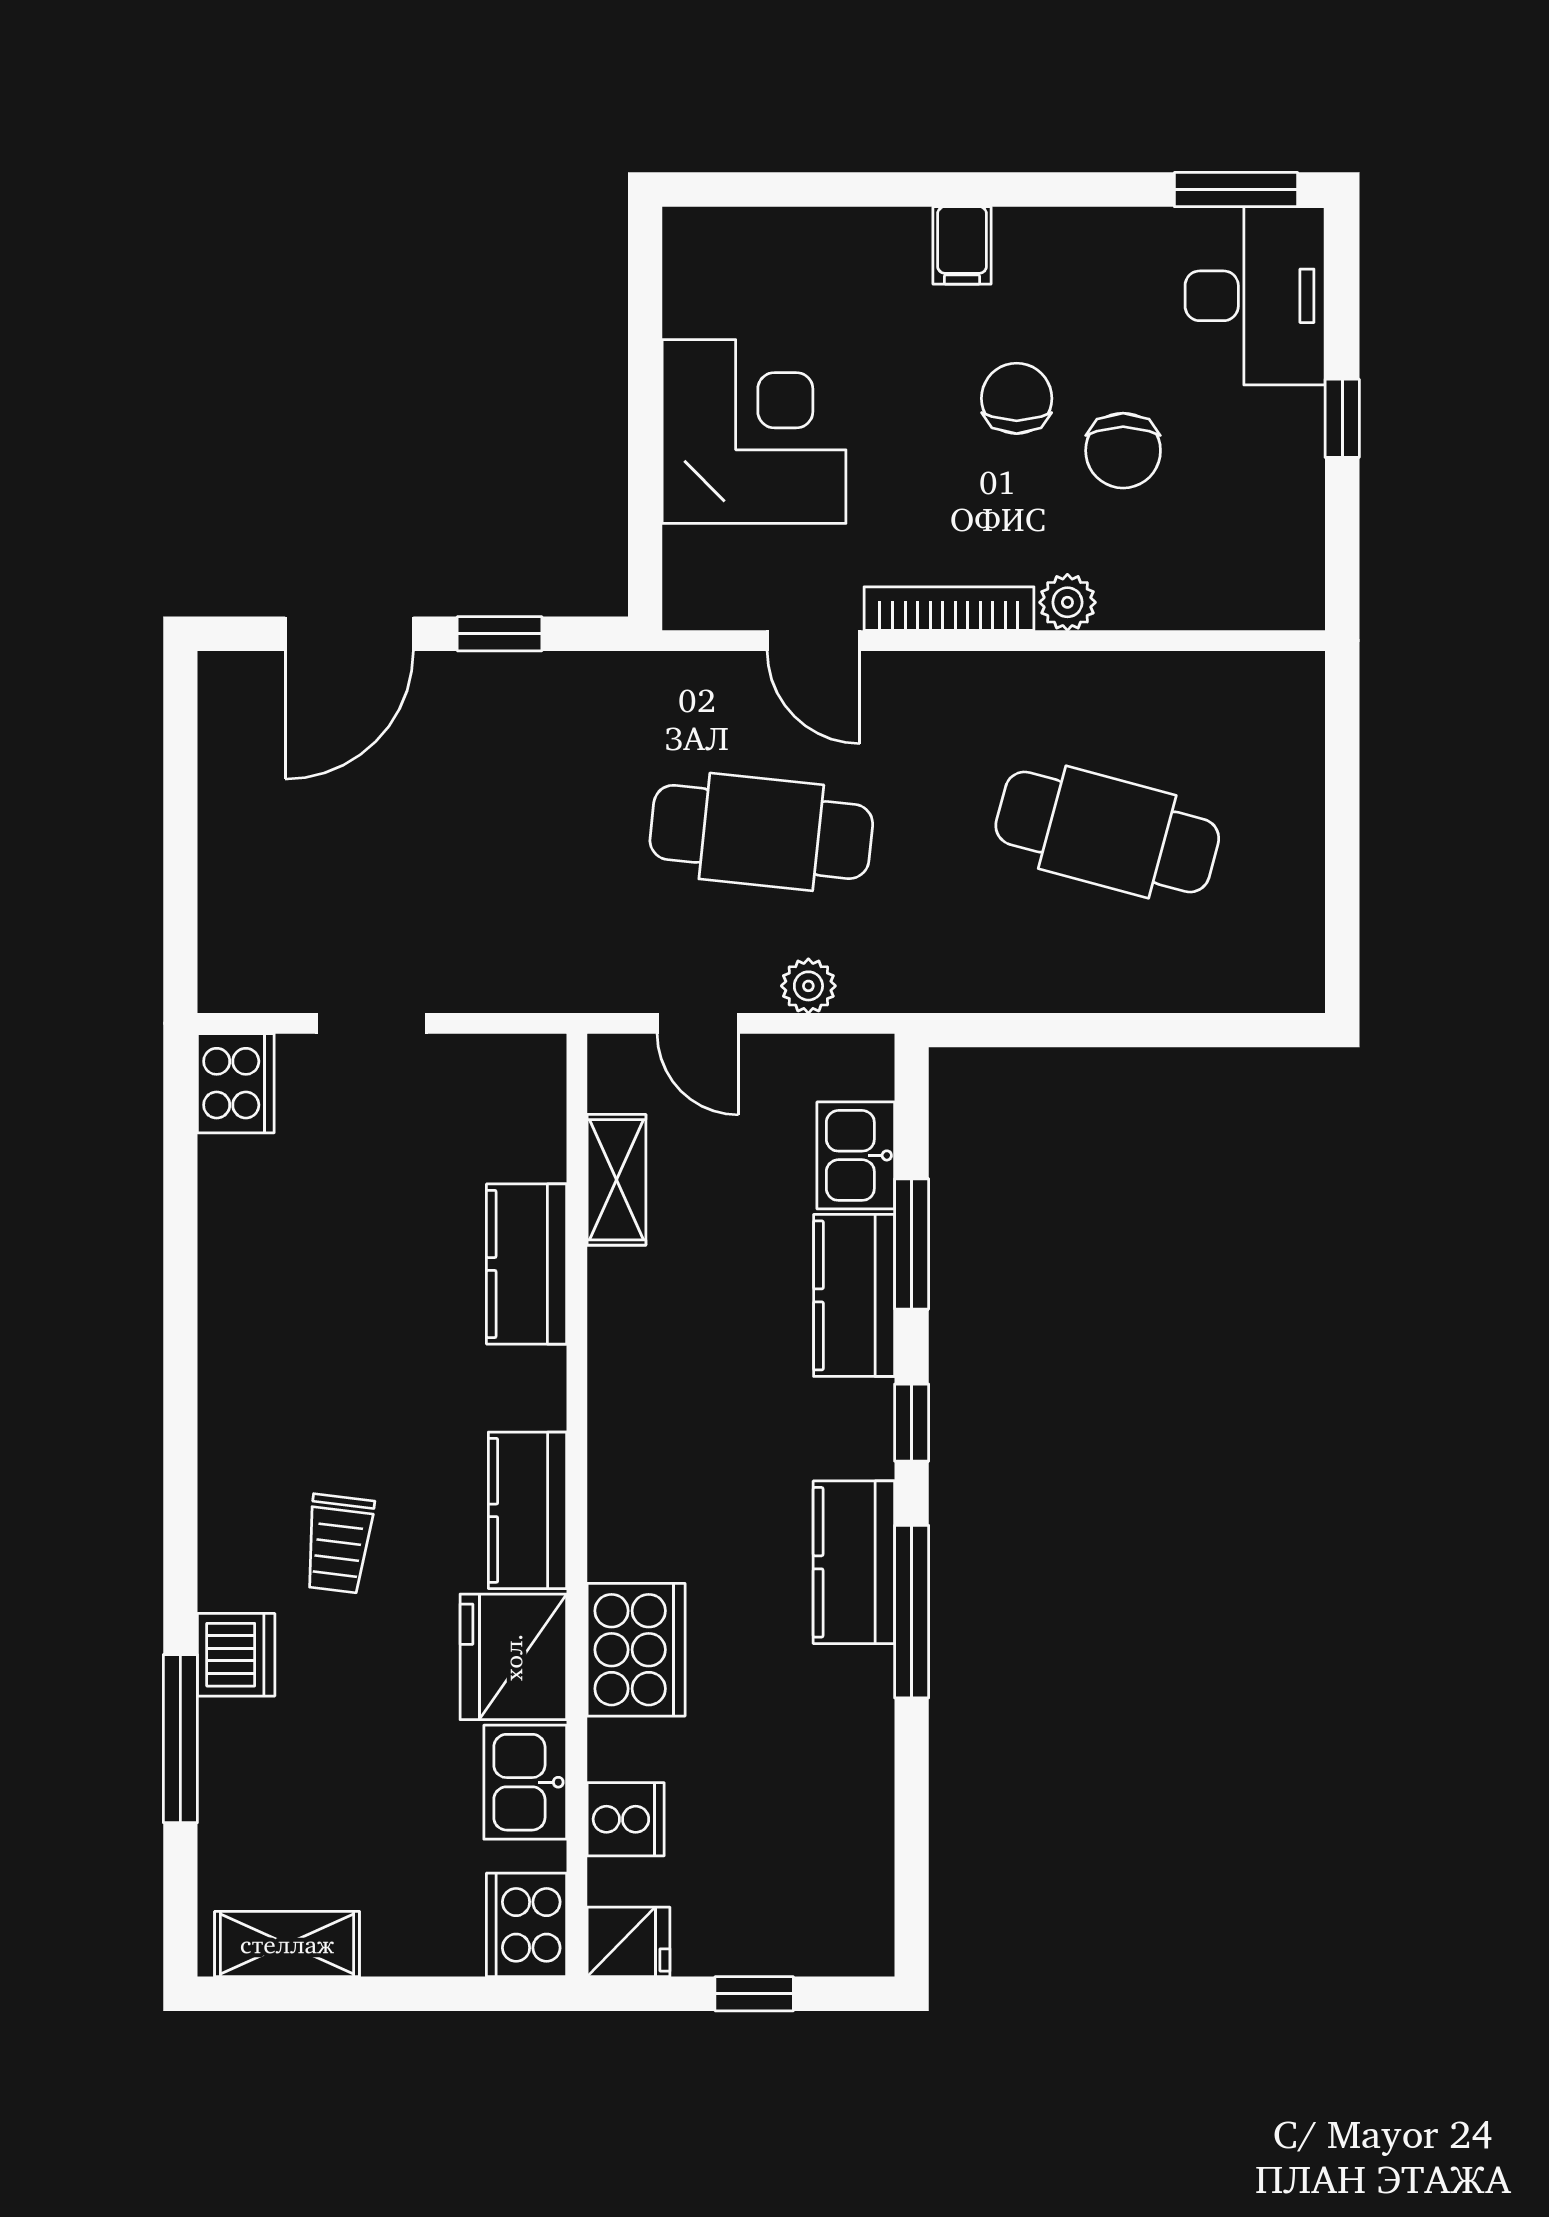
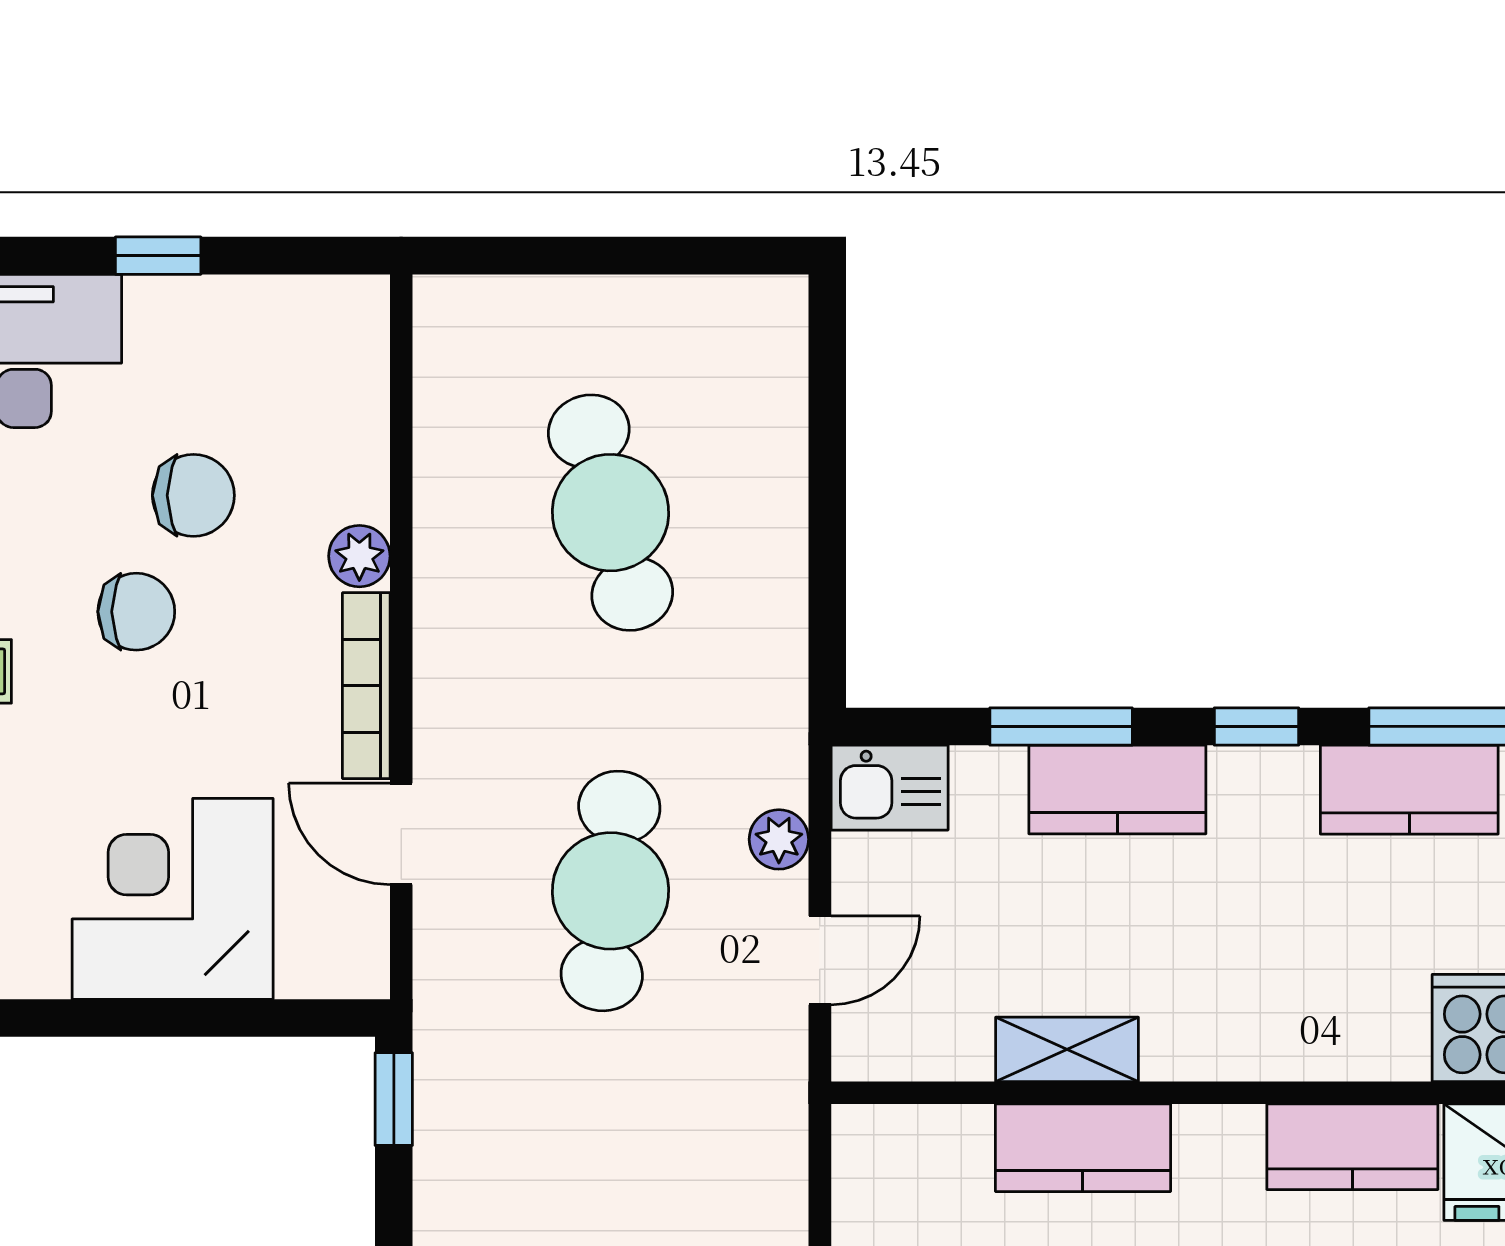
chair: (1017, 398) -> (136, 612), turned 180
window: (500, 634) -> (394, 1099), moved
door: (813, 641) -> (401, 834), swing flipped
cafe table: (1107, 832) -> (611, 513), turned -30
kitchen sink: (856, 1155) -> (890, 788), moved
shelving: (616, 1180) -> (1067, 1049), moved

